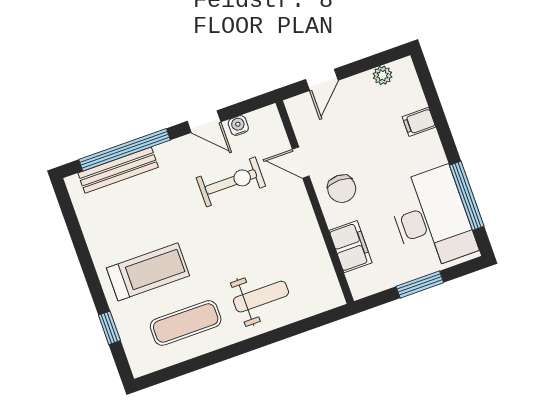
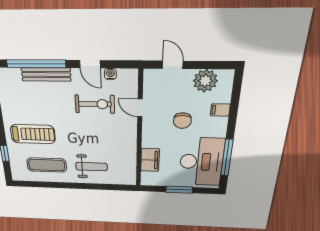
plant: (382, 75) -> (205, 81), width x1.88, depth x1.88
door: (322, 80) -> (173, 65), swing flipped
bench: (118, 170) -> (46, 74), moved
chair: (342, 189) -> (182, 121), moved

